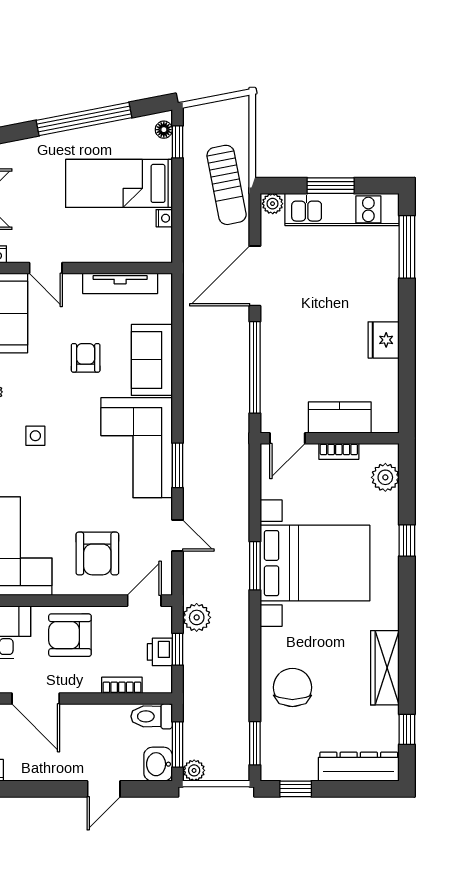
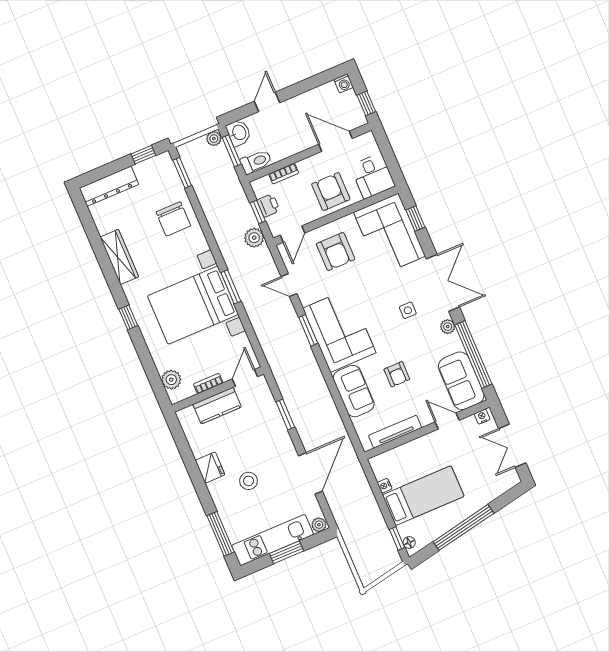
sun lounger: (227, 185) -> (354, 524), removed
stool: (341, 301) -> (249, 481), added
window: (255, 367) -> (285, 415), width x0.47
window: (407, 540) -> (128, 317), moved
armchair: (97, 554) -> (336, 252), turned 180
armchair: (70, 635) -> (331, 192), turned -90
window: (407, 729) -> (88, 223), removed

